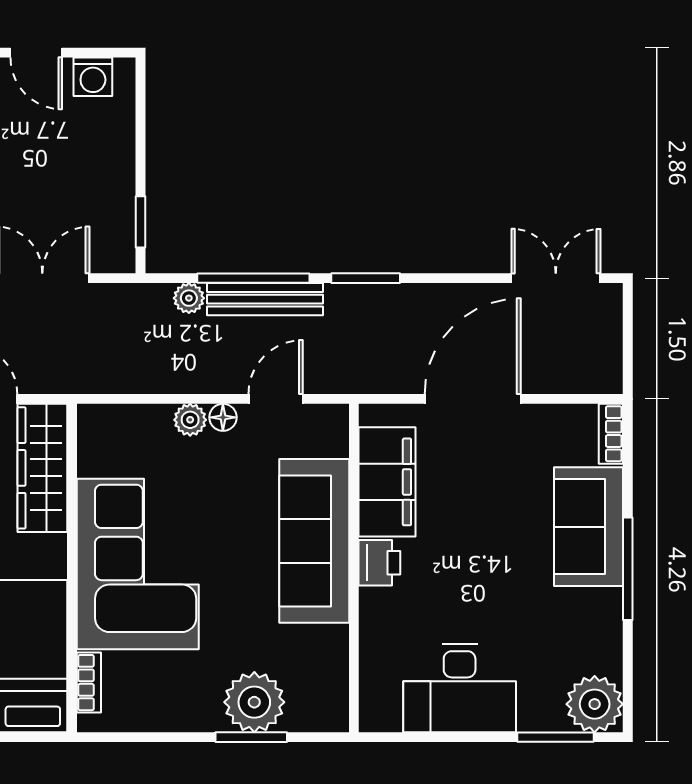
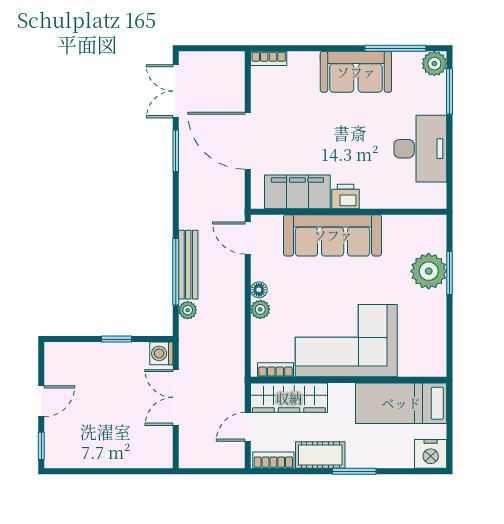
washing machine: (93, 77) -> (161, 353), moved, turned 180
window: (140, 222) -> (116, 339), moved
window: (366, 278) -> (176, 151), moved
door: (276, 399) -> (248, 238), moved
sofa: (588, 527) -> (356, 72), moved
window: (628, 569) -> (395, 48), moved
bookcase: (89, 683) -> (276, 370), moved
plant: (595, 704) -> (434, 64), width x0.73, depth x0.73

